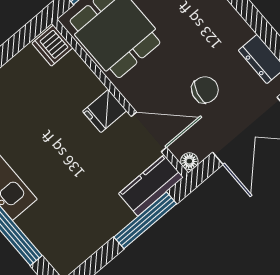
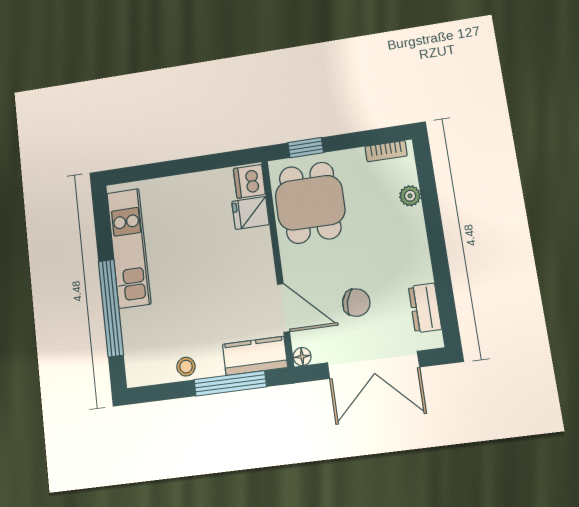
fridge: (105, 111) -> (250, 213), moved
stool: (100, 231) -> (186, 367), added

